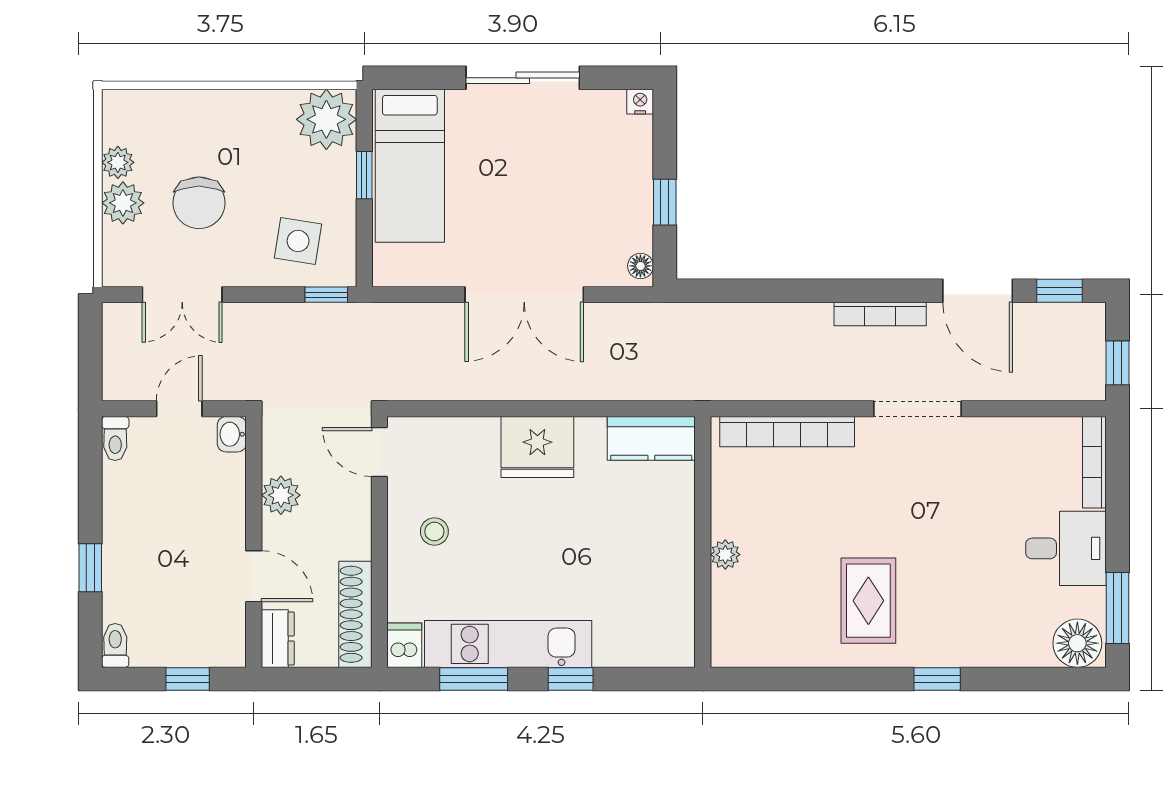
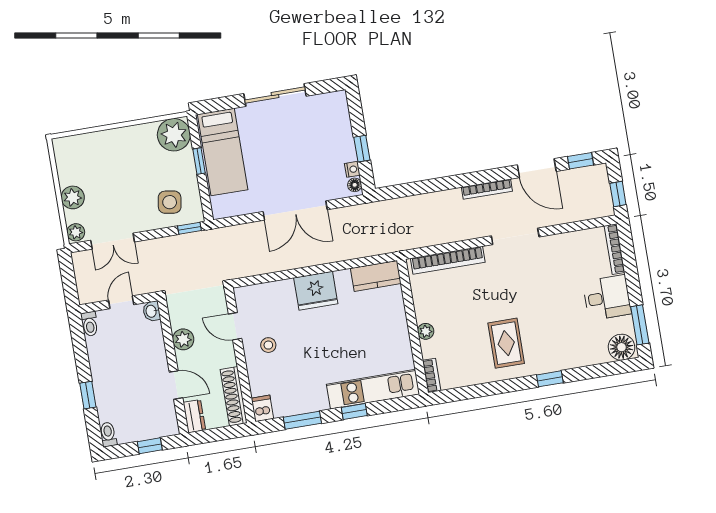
nightstand: (640, 102) -> (352, 169), moved, turned 90
plant: (118, 162) -> (76, 232), moved
chair: (199, 203) -> (113, 191), removed
door: (379, 452) -> (235, 326), moved
bookcase: (723, 637) -> (432, 376), added
kitchen unit: (508, 644) -> (373, 389), moved

